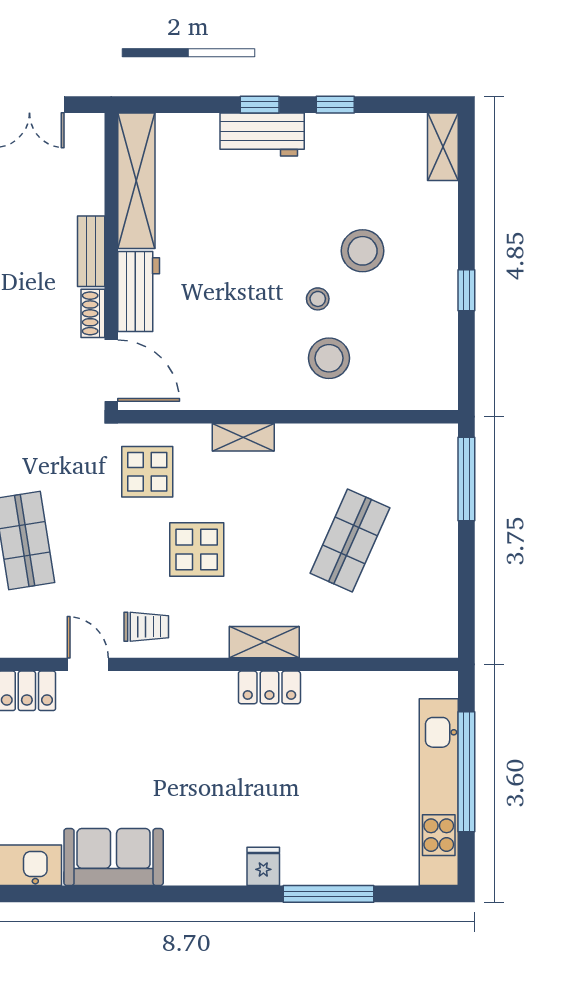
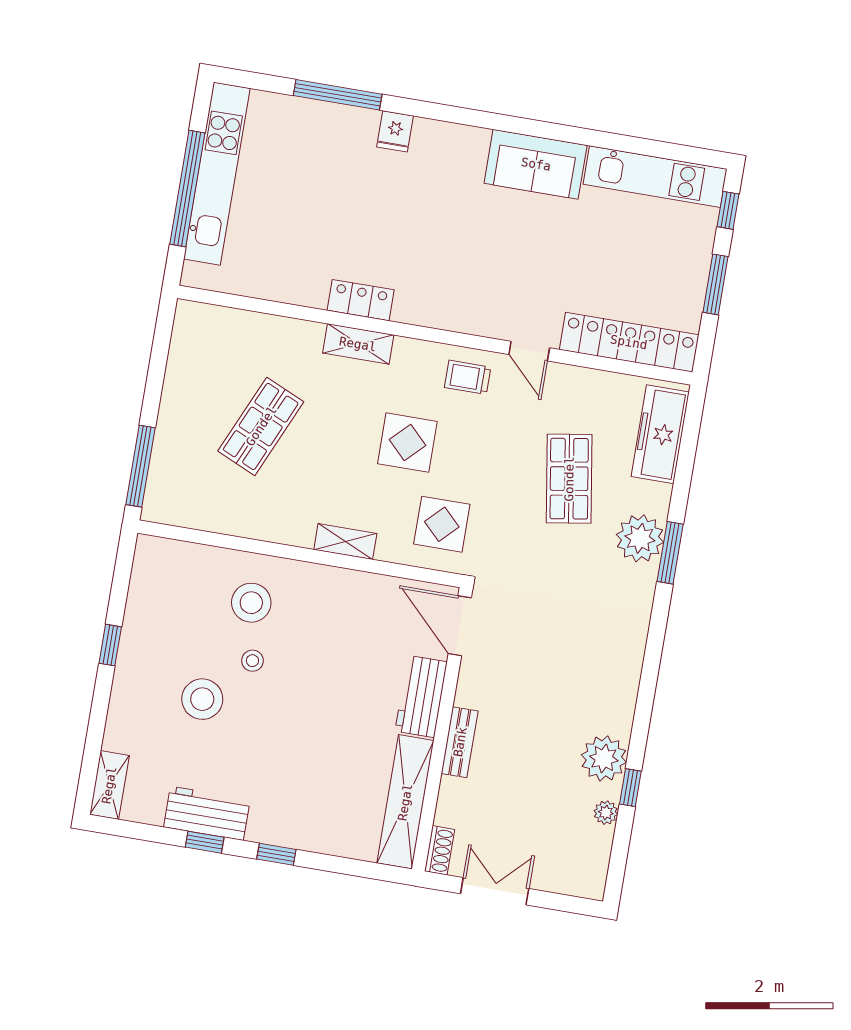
workbench: (262, 135) -> (207, 813), moved
shoe rack: (93, 313) -> (440, 850), moved

